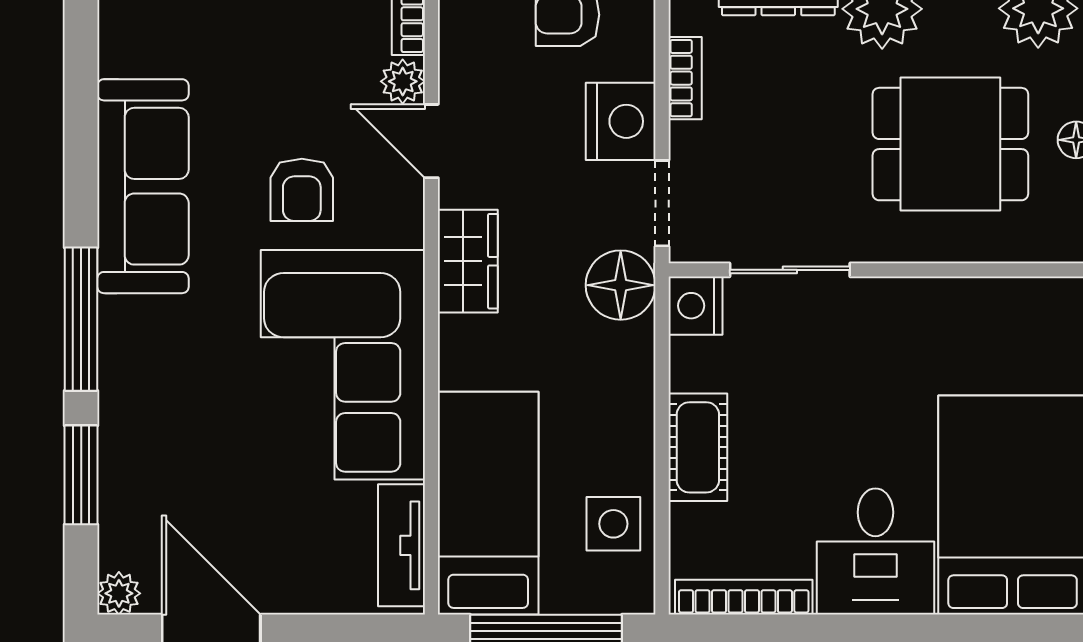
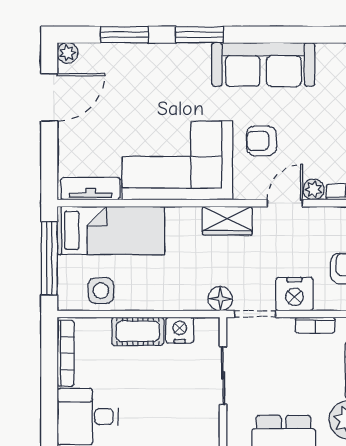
floor lamp: (621, 285) -> (220, 299), width x0.73, depth x0.73
nightstand: (695, 306) -> (180, 330), moved
window: (81, 319) -> (199, 35), width x0.69

